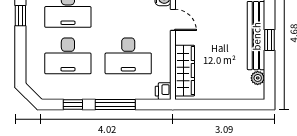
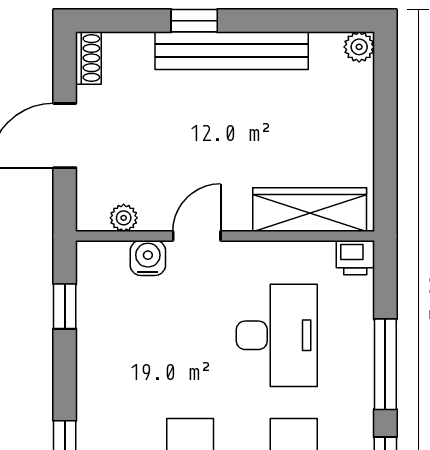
window: (269, 40) -> (194, 21), moved
plant: (258, 78) -> (359, 47), moved

